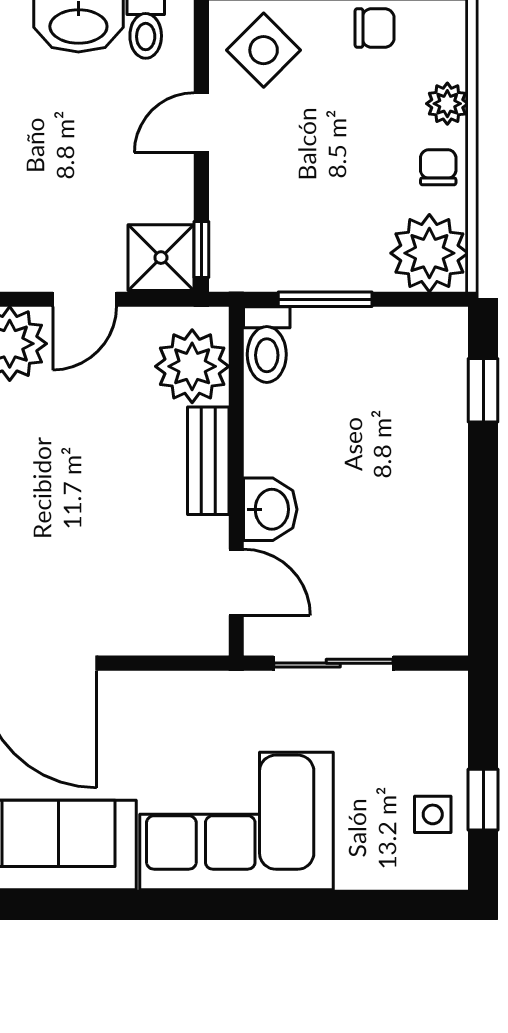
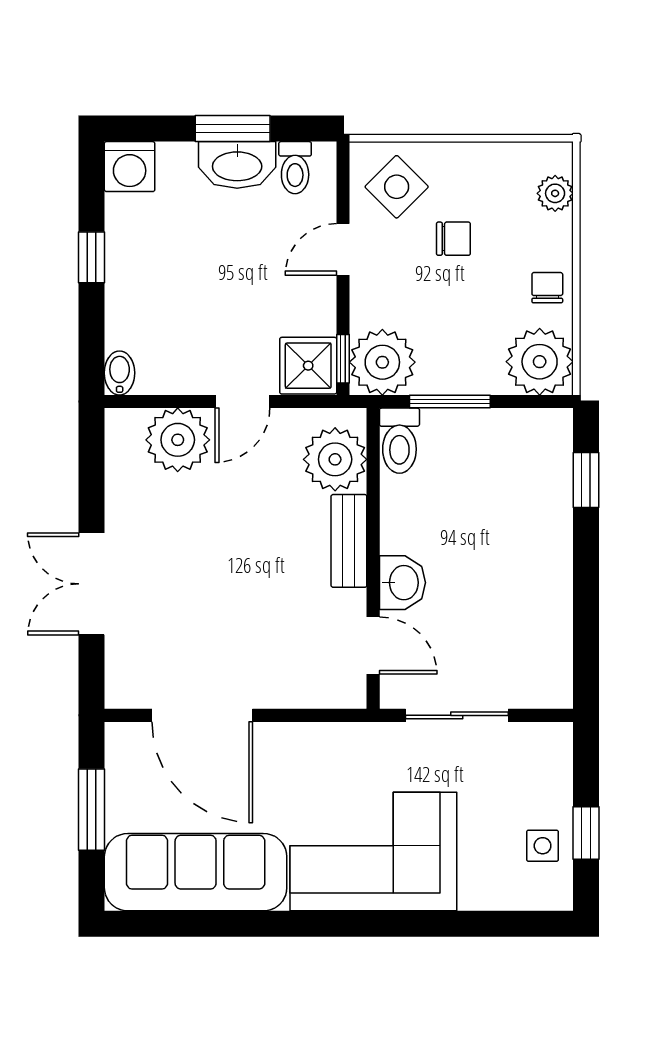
chair: (375, 28) -> (453, 239), moved
plant: (447, 104) -> (555, 193), moved
plant: (247, 254) -> (382, 362), added

